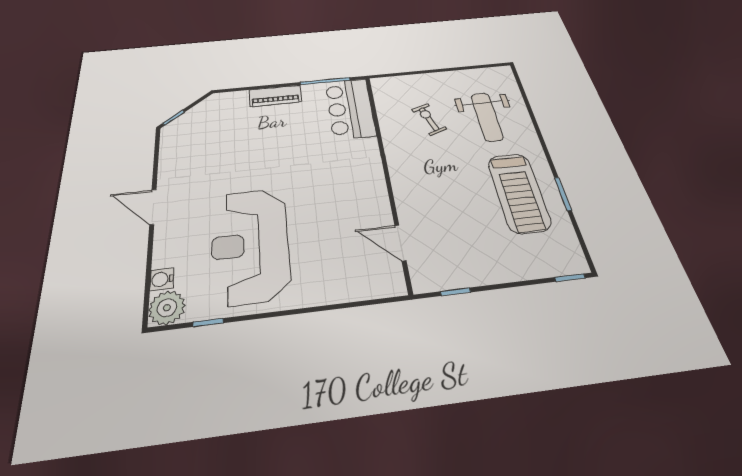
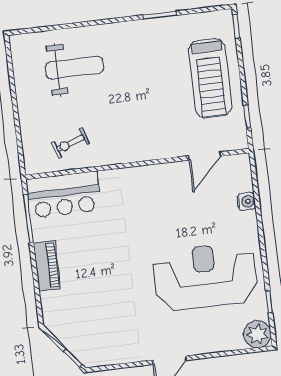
exercise bike: (429, 119) -> (70, 143), moved
treadmill: (519, 192) -> (210, 78), moved, turned 90
reception desk: (250, 245) -> (205, 277), turned 180
water cooler: (162, 279) -> (246, 201), moved, turned -90

